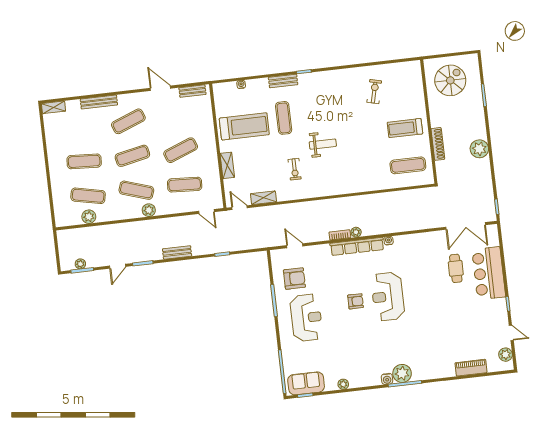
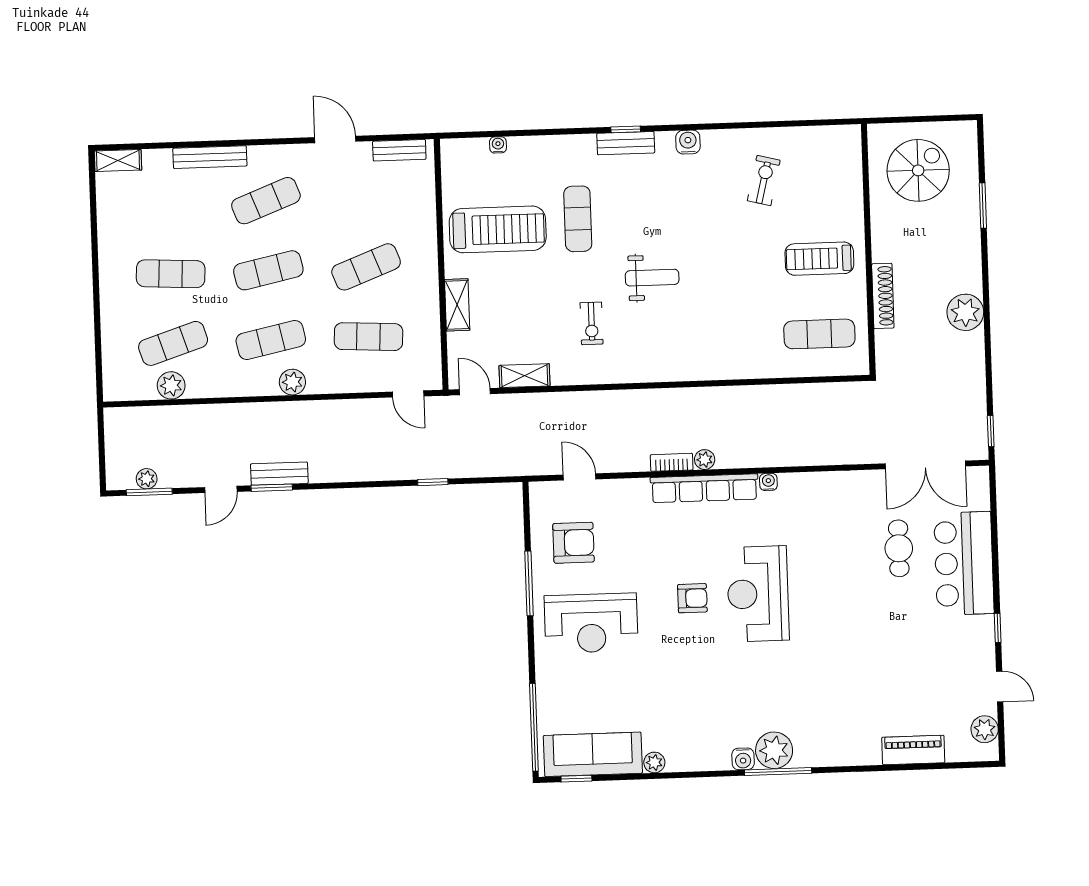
water cooler: (335, 75) -> (688, 142), added
bench: (283, 81) -> (626, 143), moved
exercise mat: (136, 190) -> (271, 340), turned -30
exercise mat: (88, 196) -> (173, 343), turned -30
bench: (177, 252) -> (279, 474), moved
reception desk: (306, 318) -> (591, 623), turned 90
sofa: (306, 383) -> (593, 754), width x1.36

